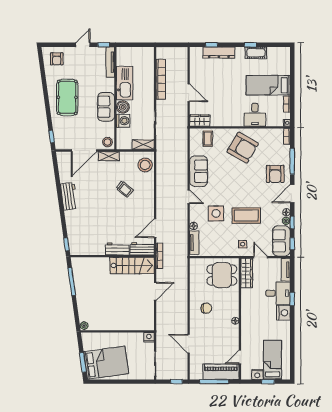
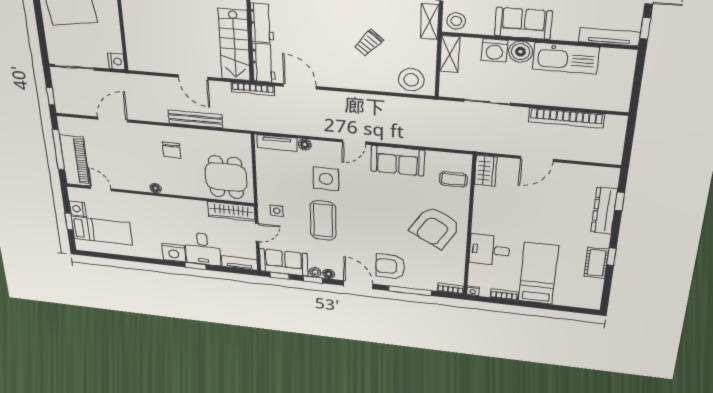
shelving: (143, 145) -> (450, 54), moved
bench: (183, 292) -> (195, 119), added

